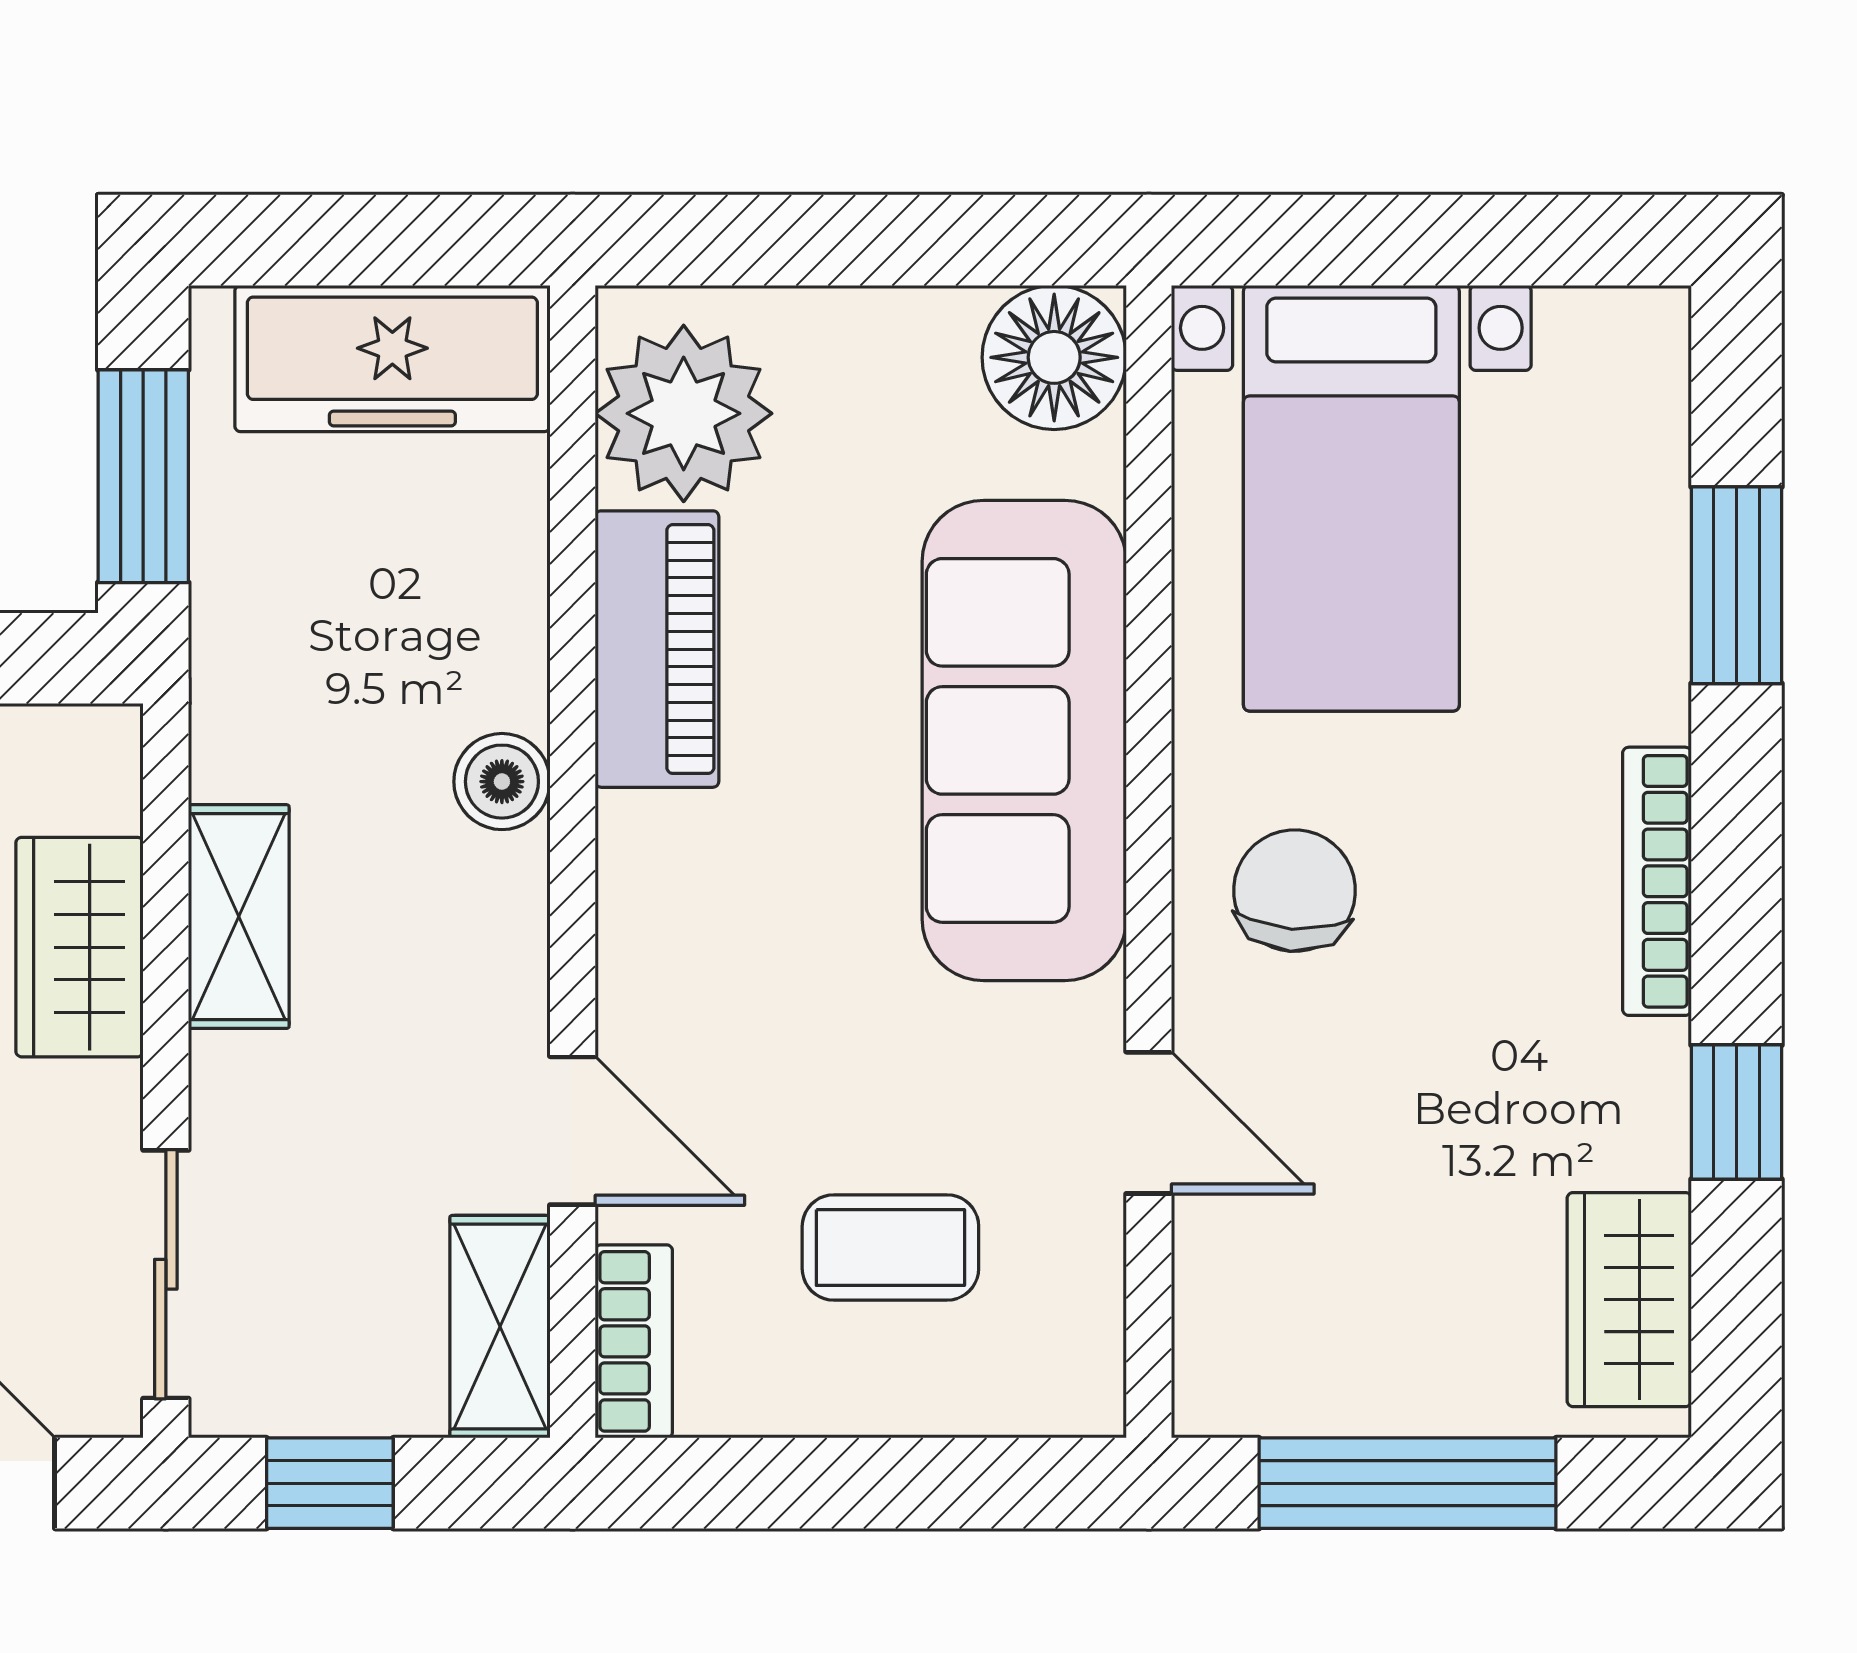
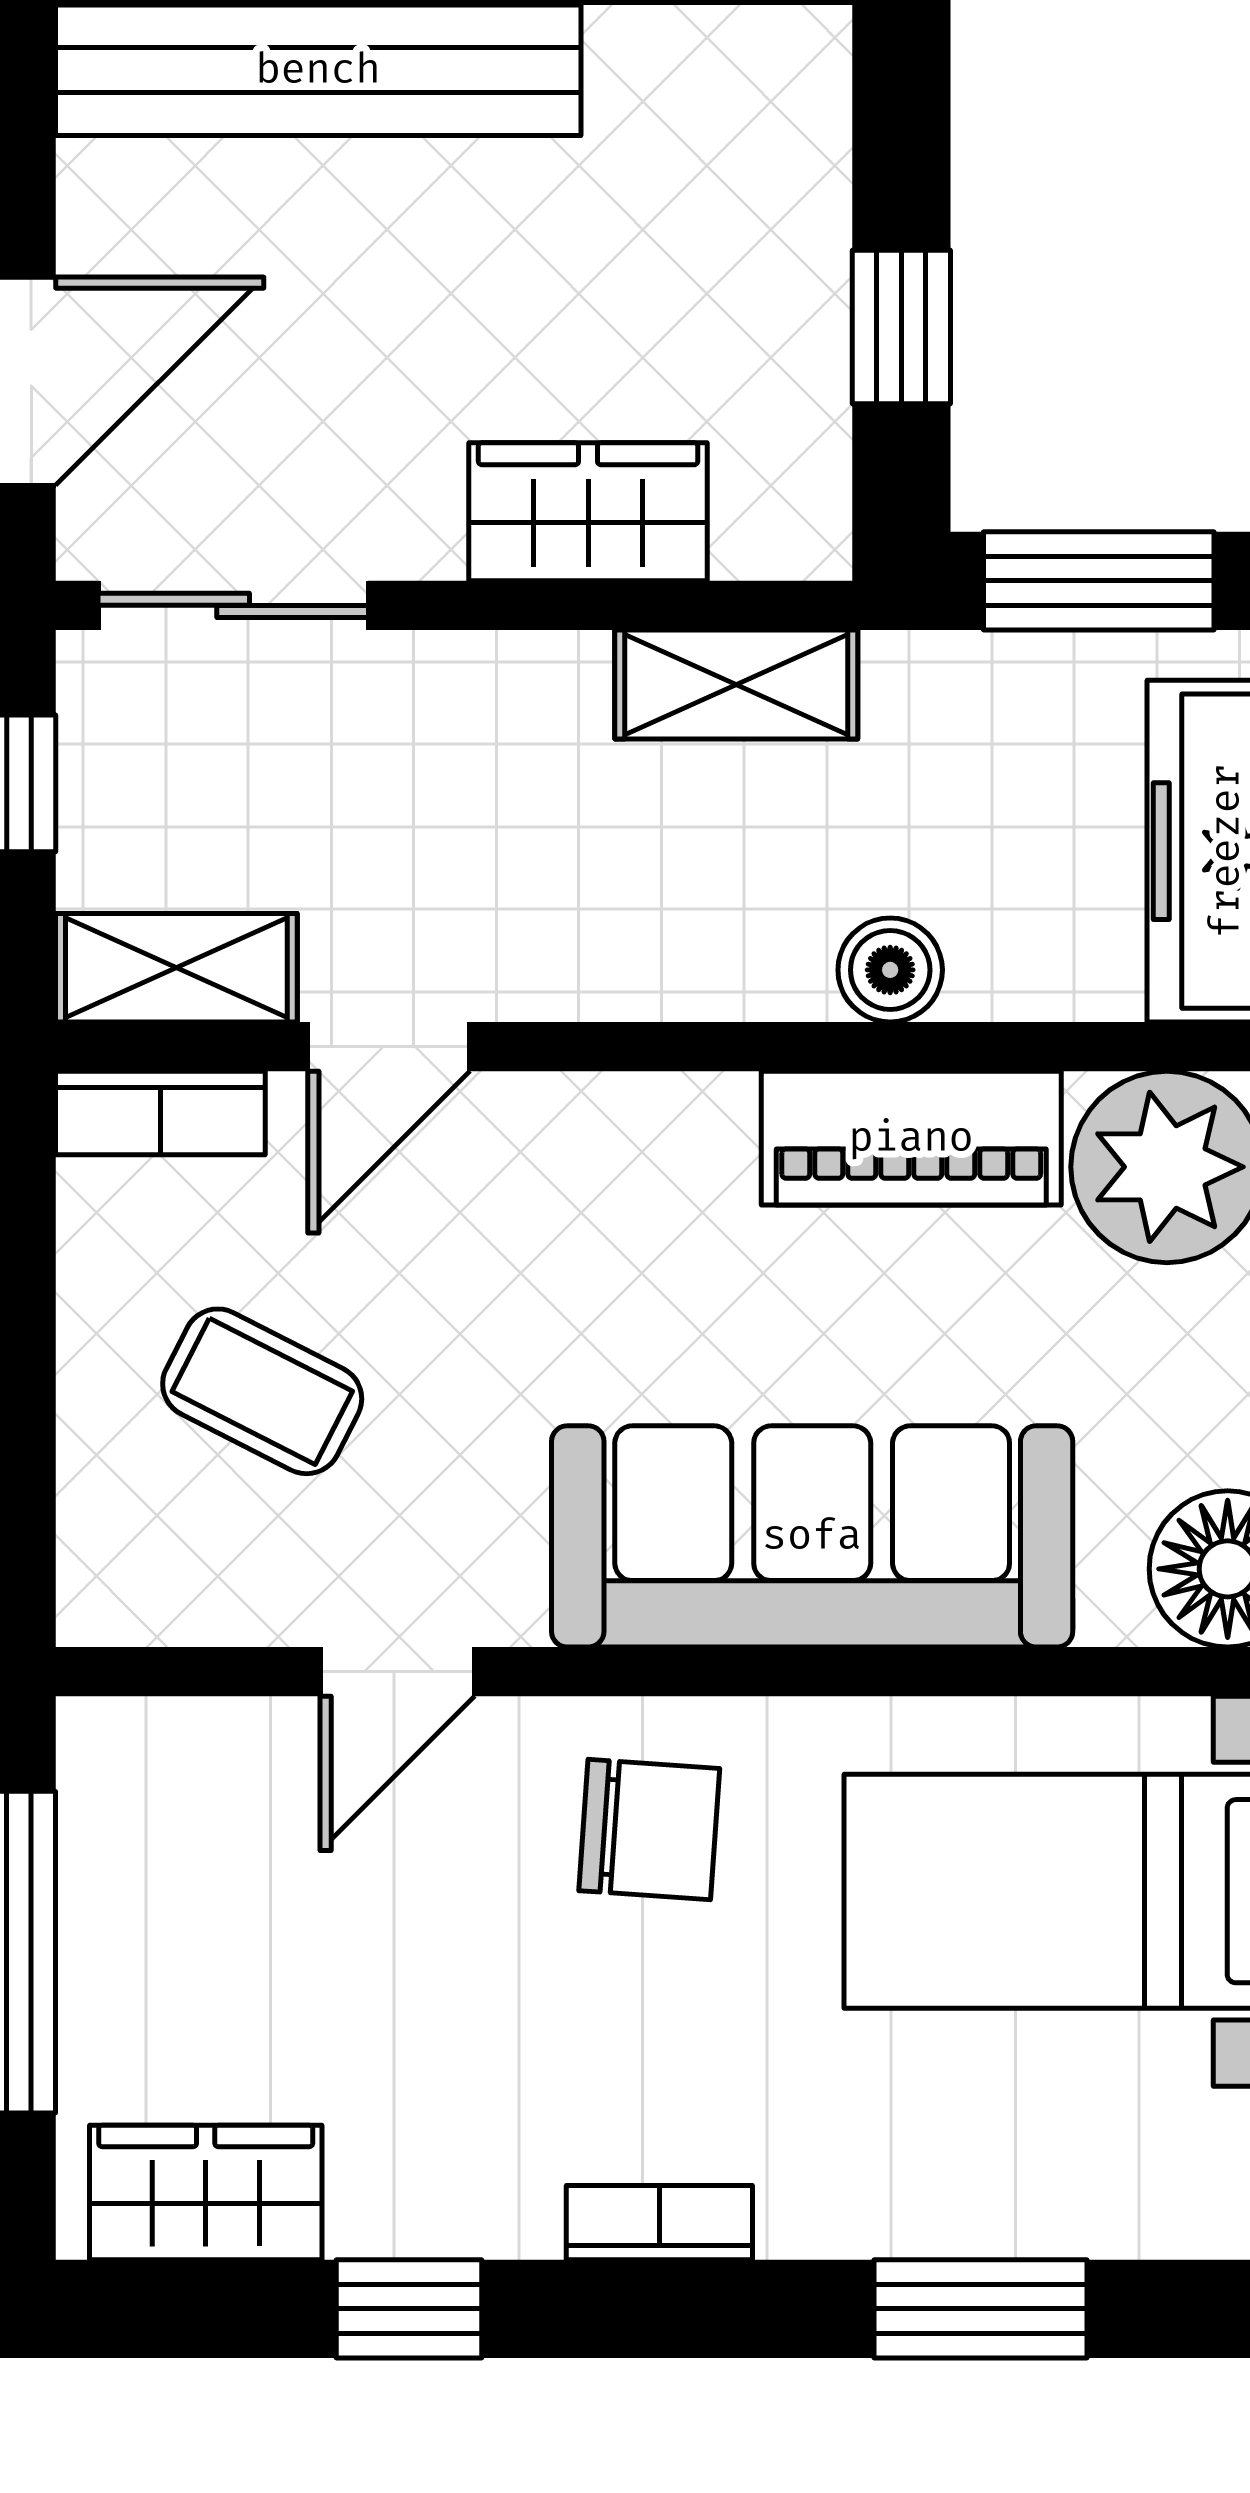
boiler: (502, 782) -> (890, 970), moved
bookcase: (1657, 881) -> (659, 2223), width x0.64
shelving: (239, 917) -> (736, 685), moved
coffee table: (890, 1247) -> (262, 1391), turned -63

